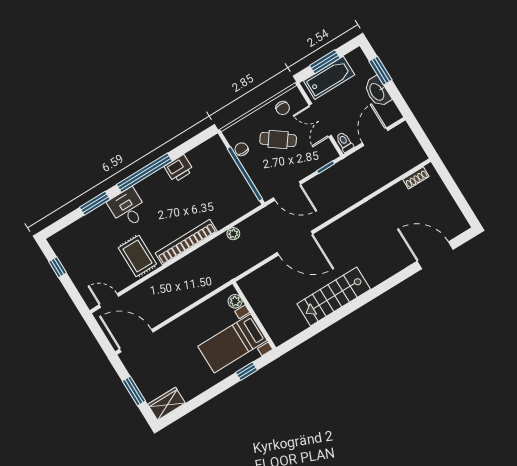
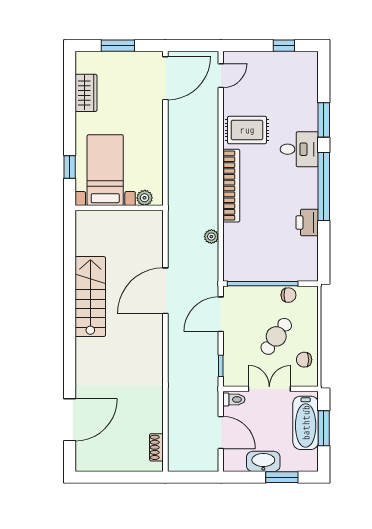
wardrobe: (167, 404) -> (86, 93), moved

